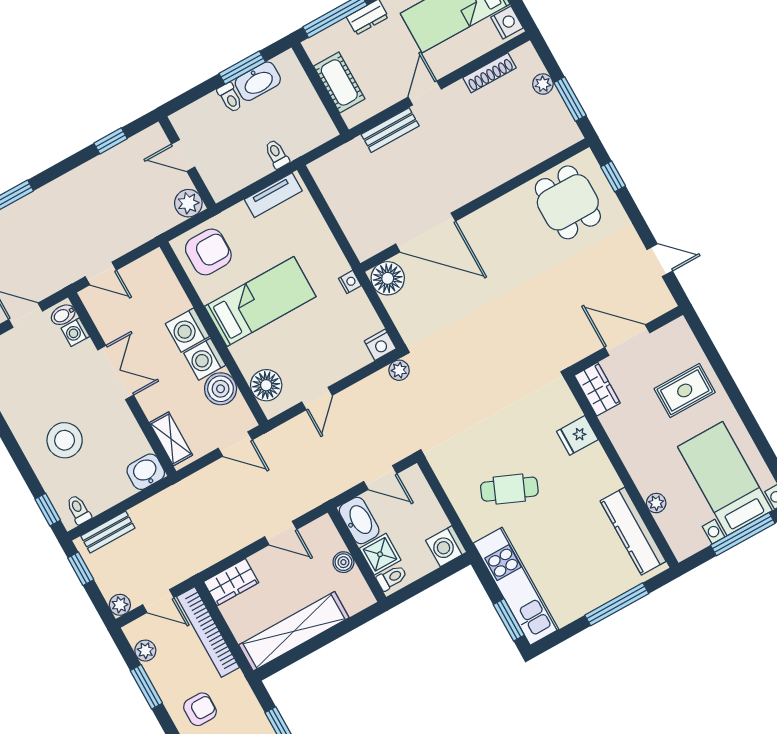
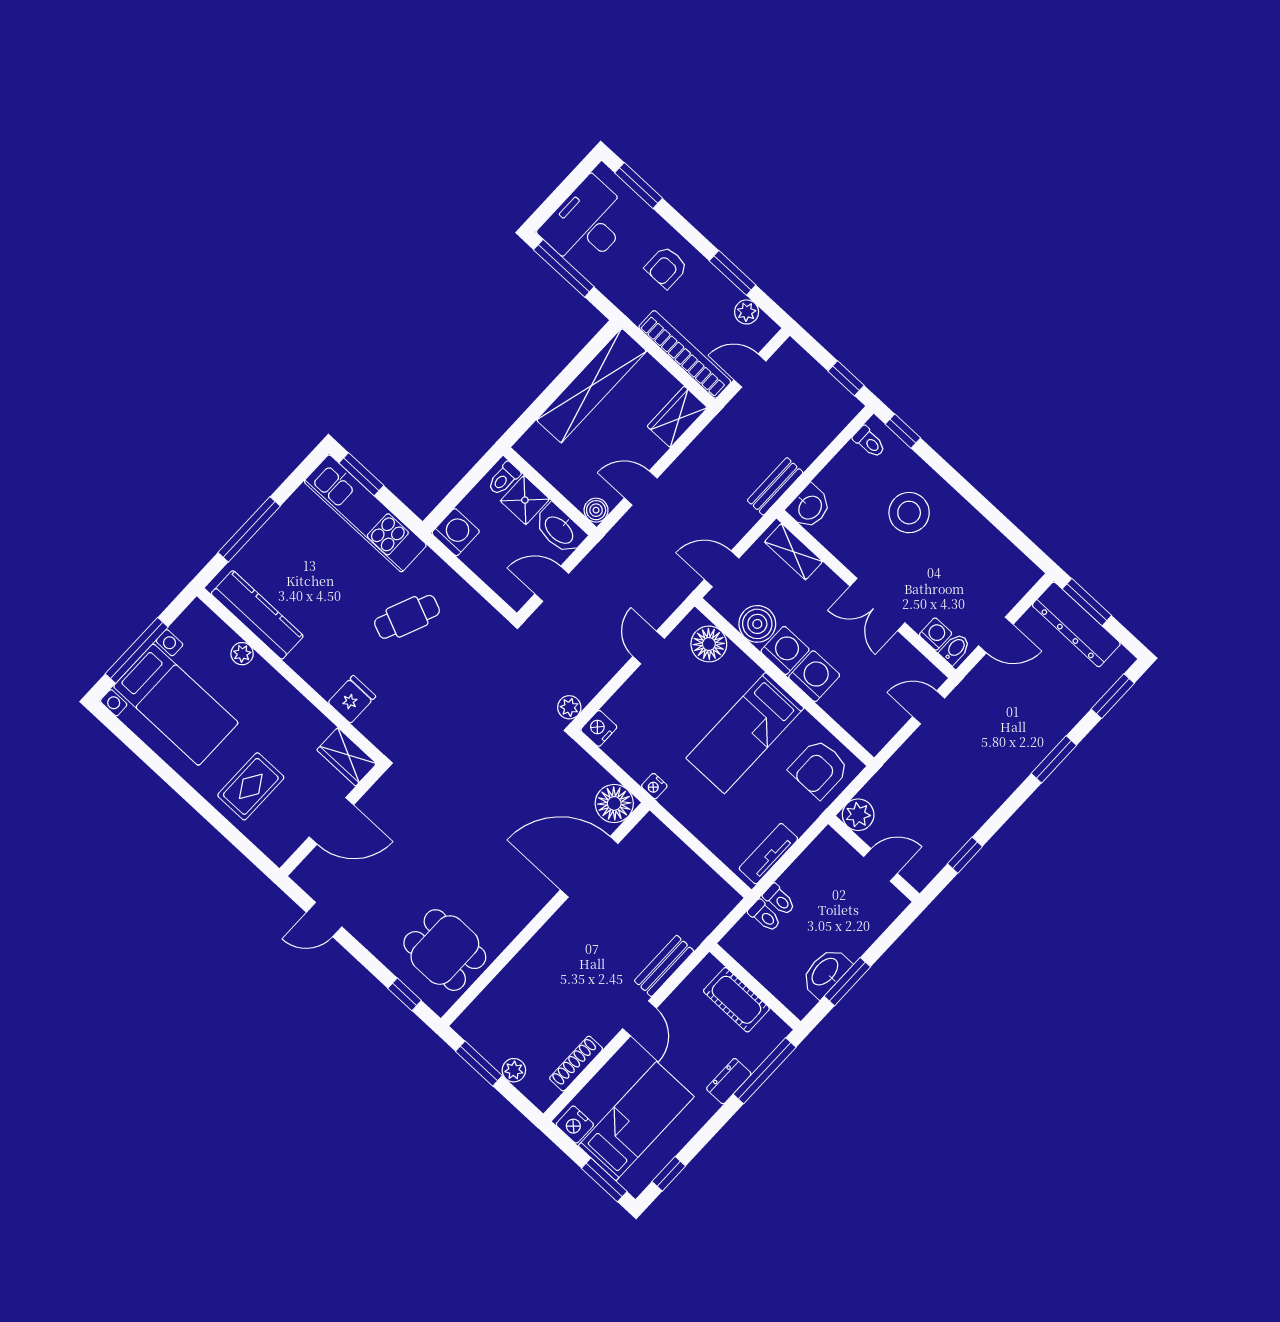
toilet: (230, 98) -> (765, 916), moved, turned 180
bench: (108, 532) -> (775, 486), moved
boiler: (343, 562) -> (596, 510), moved
plant: (120, 605) -> (791, 353), removed

